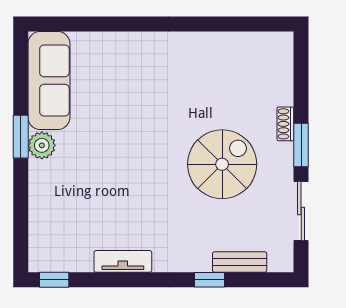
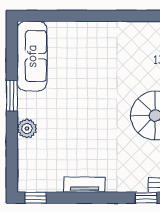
plant: (42, 145) -> (27, 128), moved

